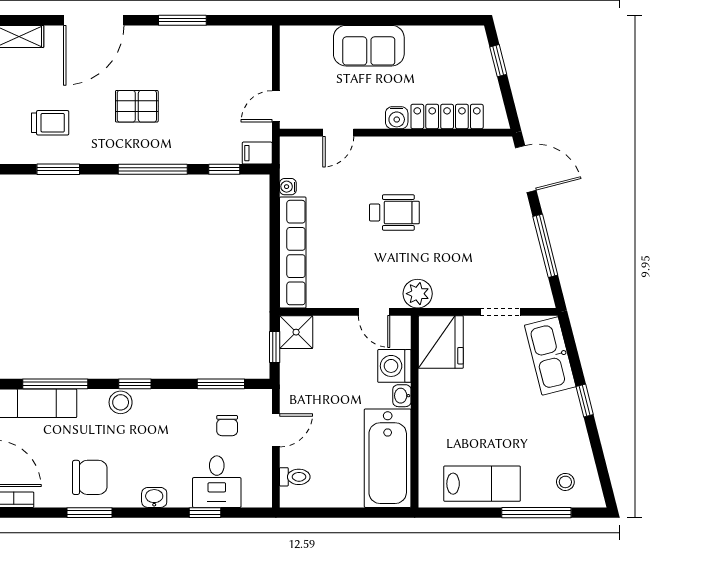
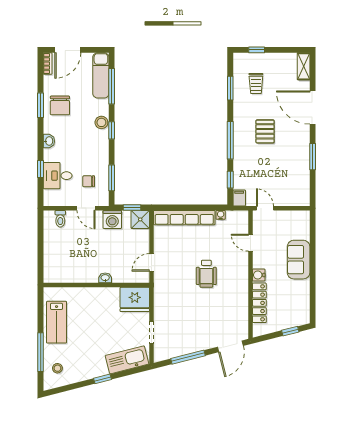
plant: (418, 294) -> (162, 287), removed
washing machine: (394, 366) -> (112, 219), moved, turned 180
bathtub: (388, 458) -> (71, 270), removed

